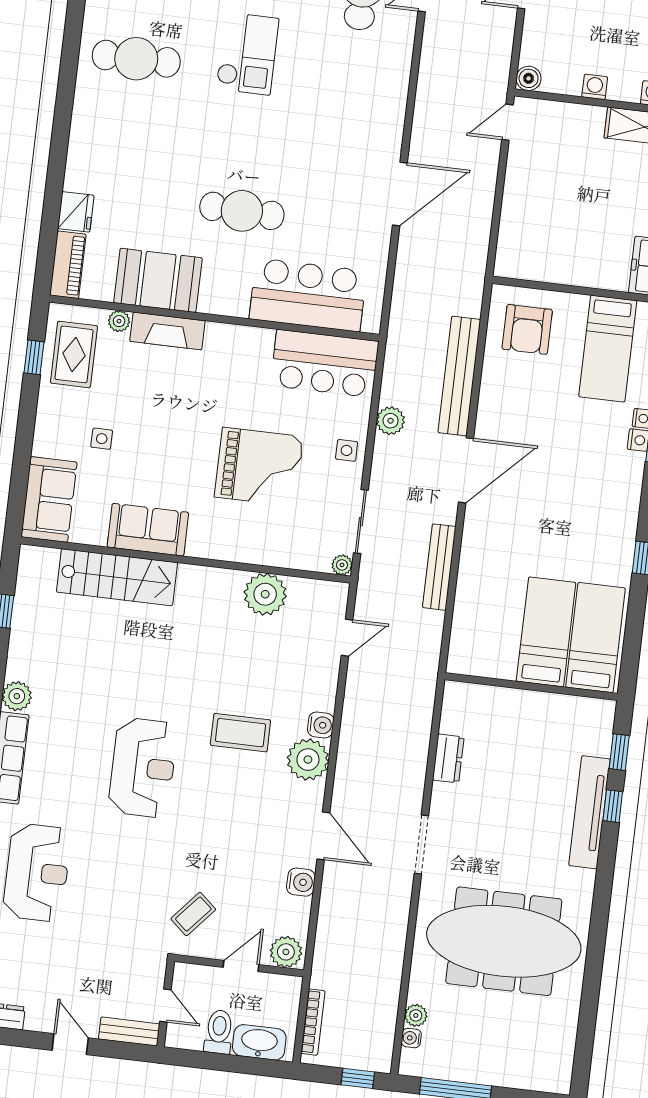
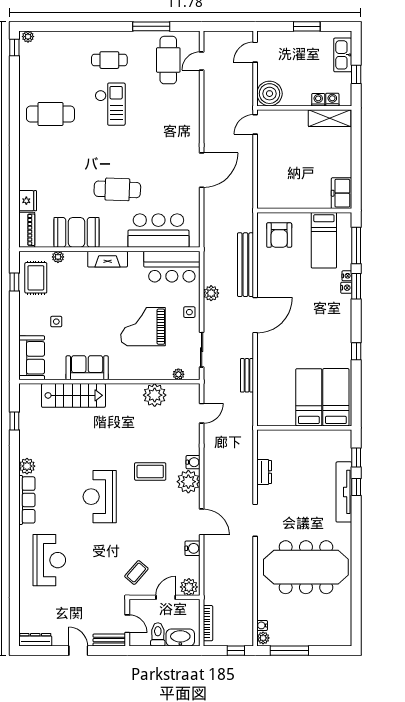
boiler: (529, 78) -> (270, 94), width x1.86, depth x1.86
washing machine: (595, 87) -> (318, 100), moved
fireplace: (167, 331) -> (108, 259), moved
grand piano: (259, 467) -> (143, 327), turned 180
plant: (342, 565) -> (178, 374), moved
bench: (439, 567) -> (247, 375), width x0.73
reception desk: (143, 768) -> (100, 497), turned 180
plant: (416, 1015) -> (263, 638), moved

